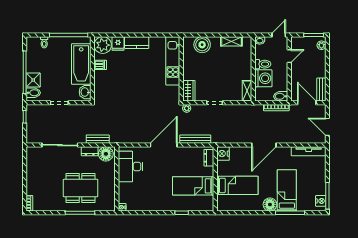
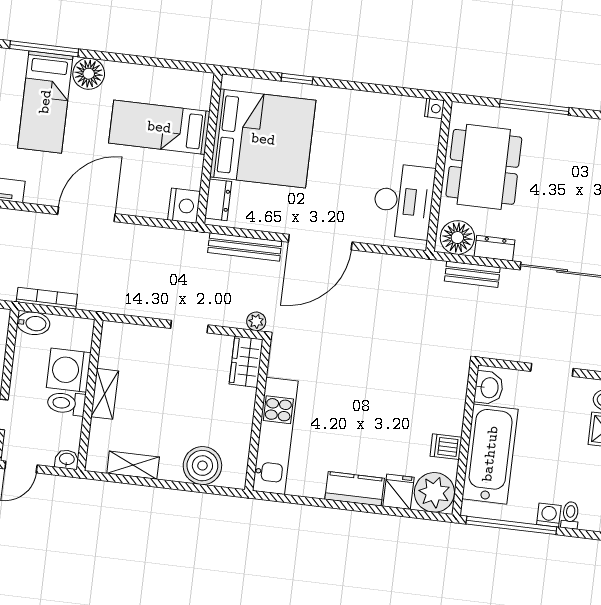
washing machine: (53, 41) -> (549, 515), added
shelving: (247, 91) -> (105, 394), moved
bed: (193, 186) -> (263, 139), width x2.04
dining table: (81, 188) -> (484, 167), moved, turned 90

